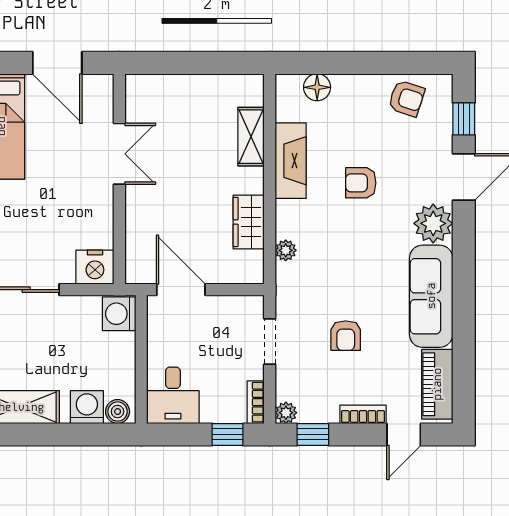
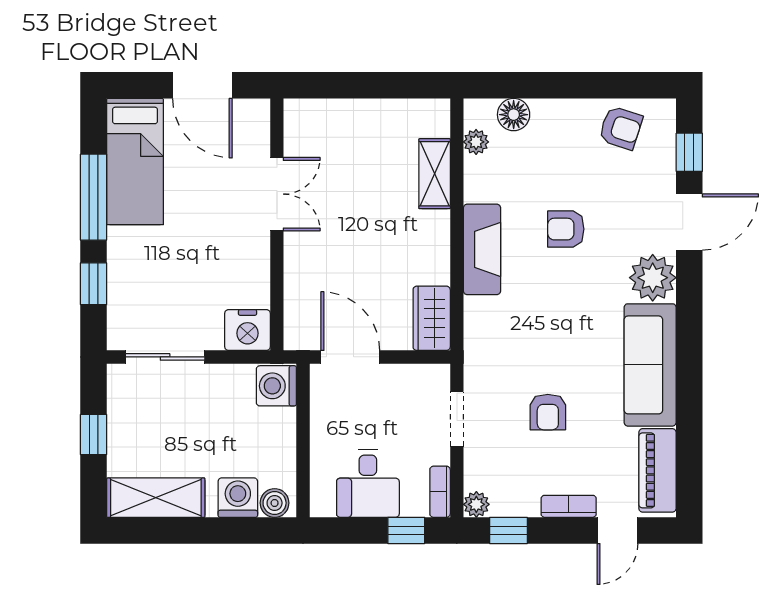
fireplace: (291, 161) -> (482, 249), moved
wardrobe: (249, 222) -> (432, 318), moved
plant: (286, 250) -> (476, 142), moved
desk: (173, 395) -> (368, 484), moved

